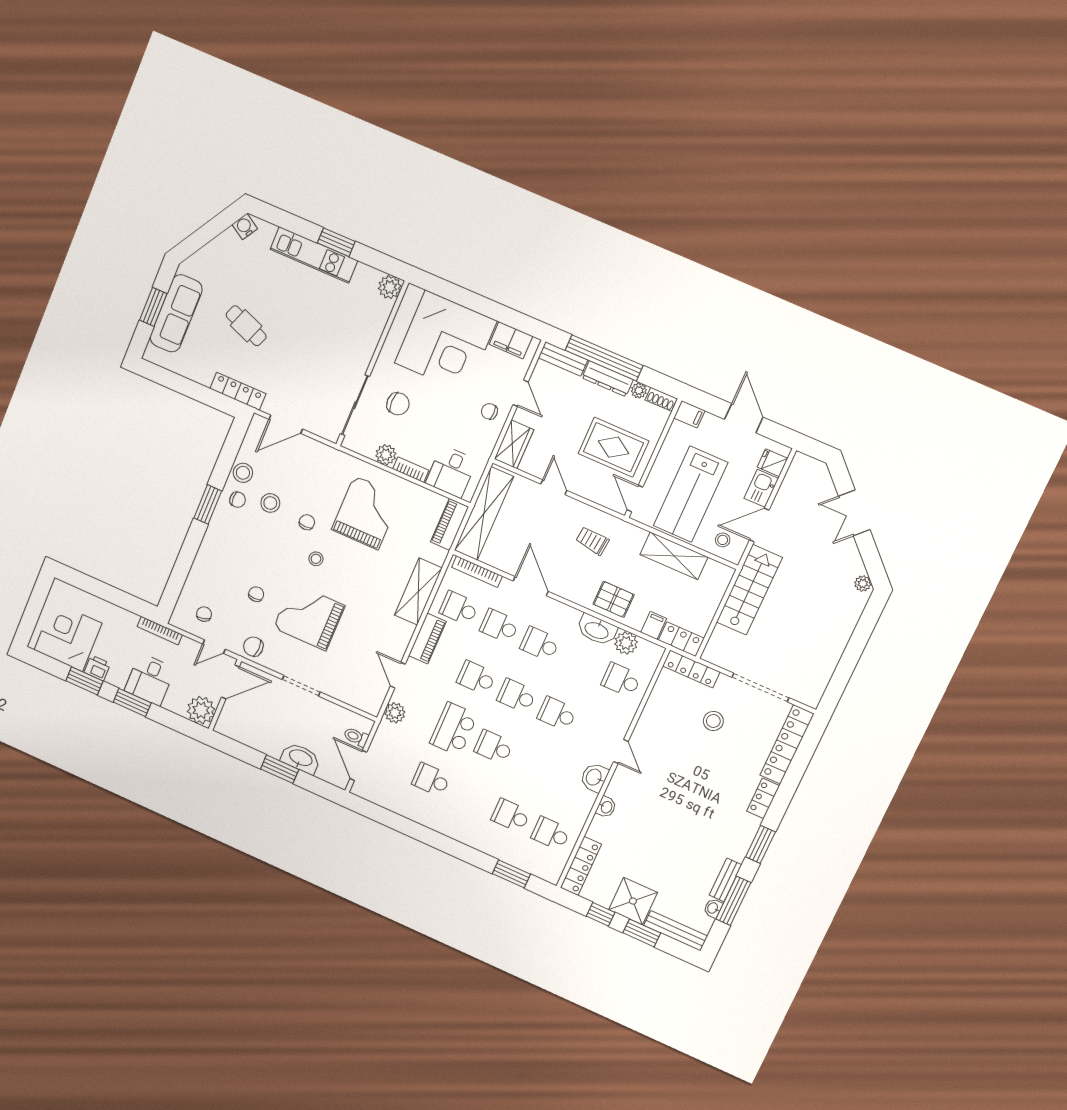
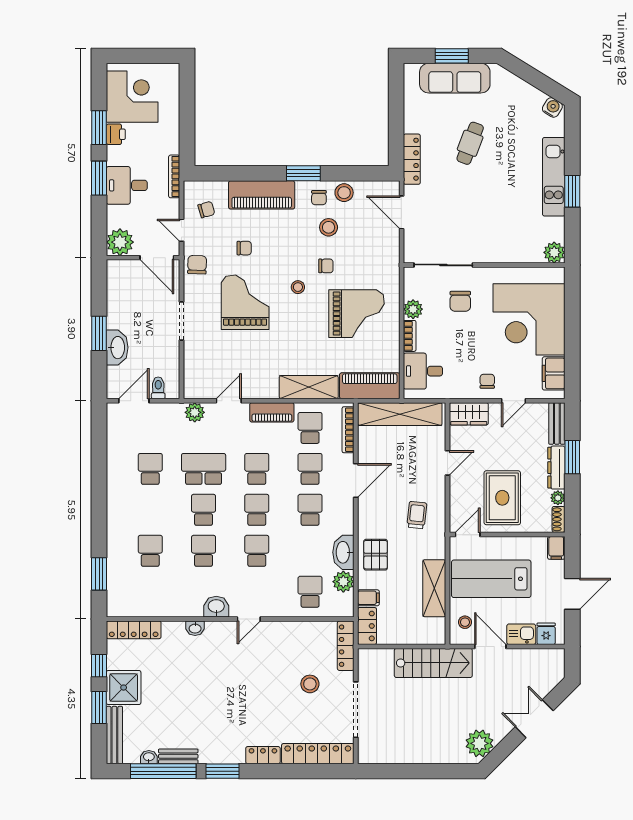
window: (604, 358) -> (572, 457), width x0.47
piano: (450, 524) -> (370, 386), width x1.37, depth x1.33
piano: (212, 554) -> (262, 195), added
plant: (863, 584) -> (479, 743), width x1.87, depth x1.87
school desk: (551, 834) -> (204, 551), moved
window: (733, 901) -> (163, 771), width x1.46

